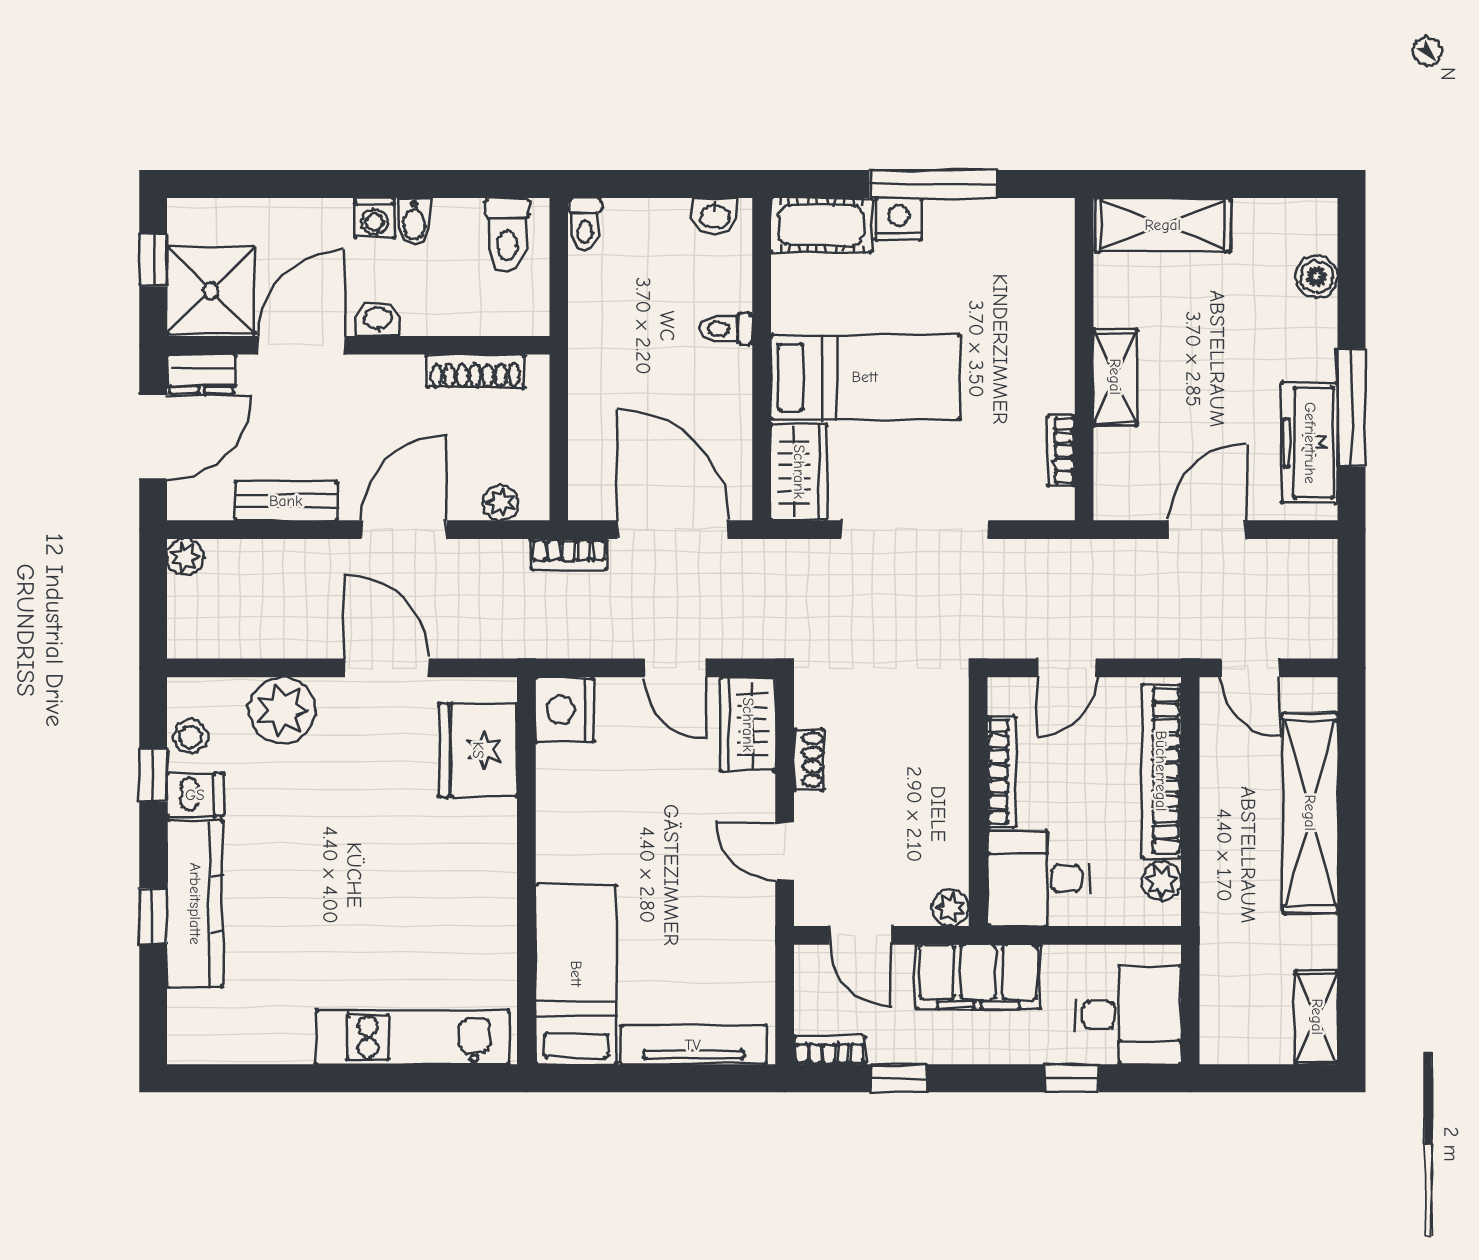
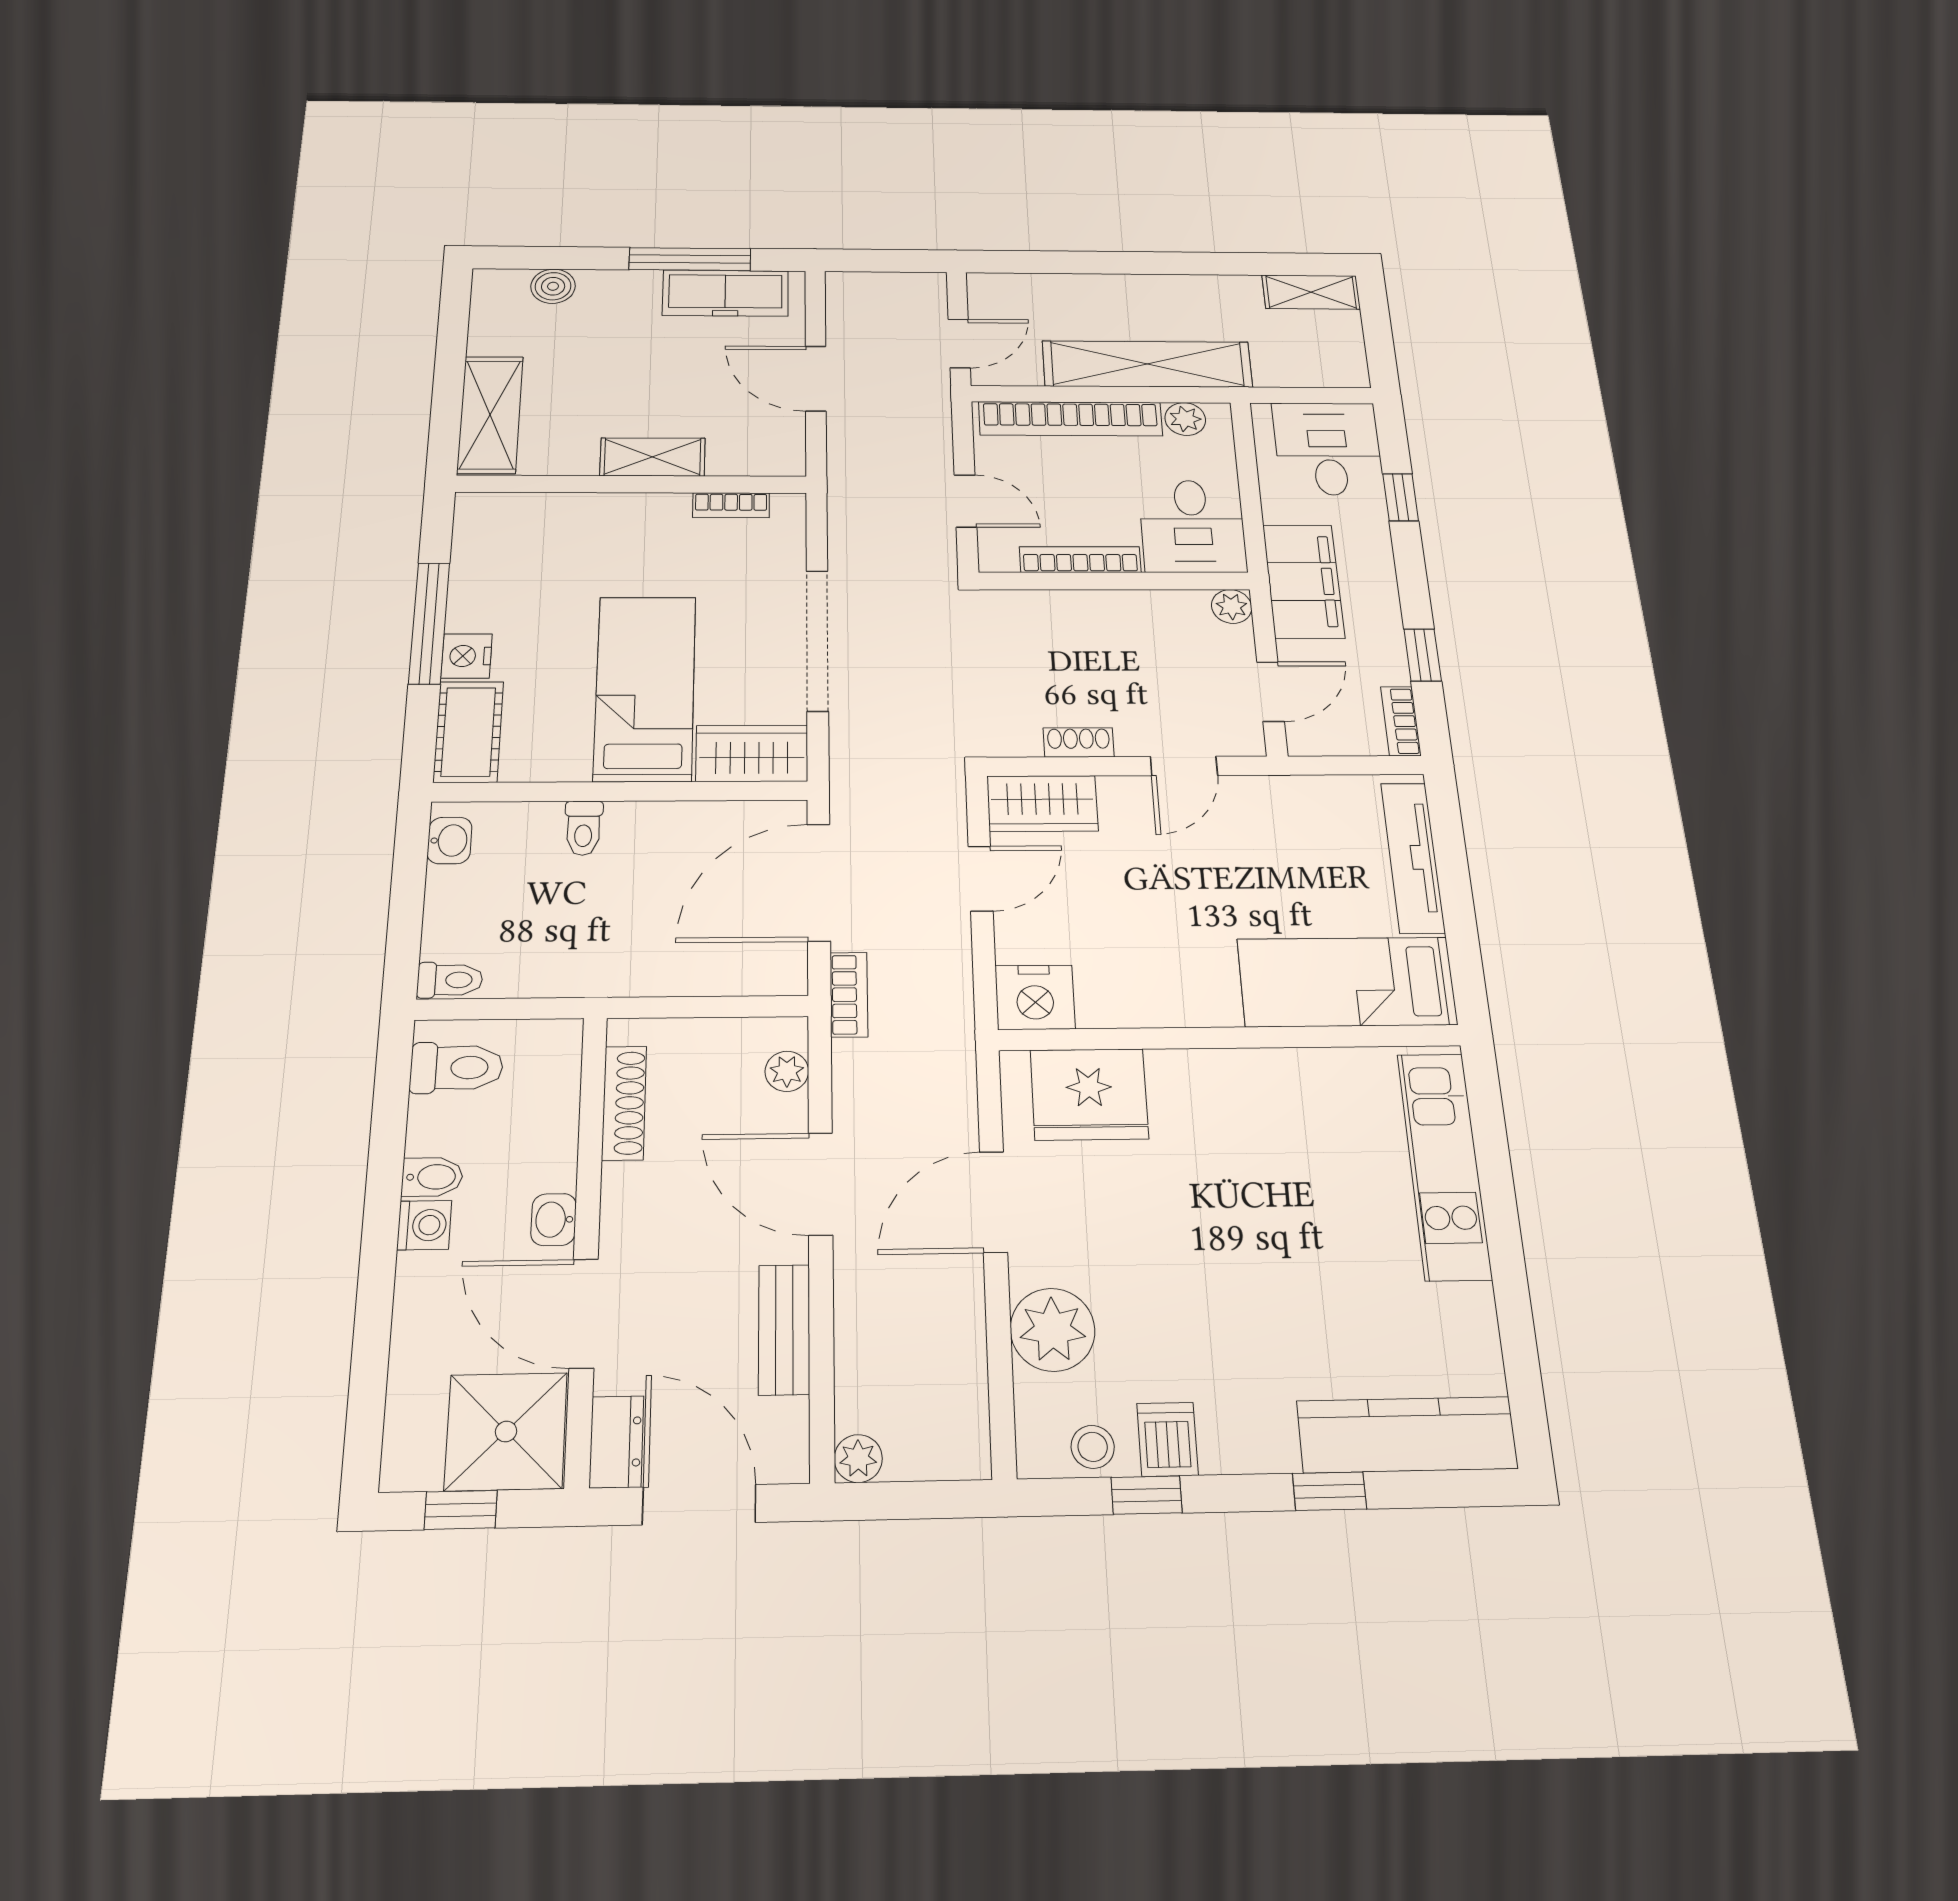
shelving: (1310, 813) -> (1147, 364), moved
kitchen counter: (195, 904) -> (1407, 1435), moved

